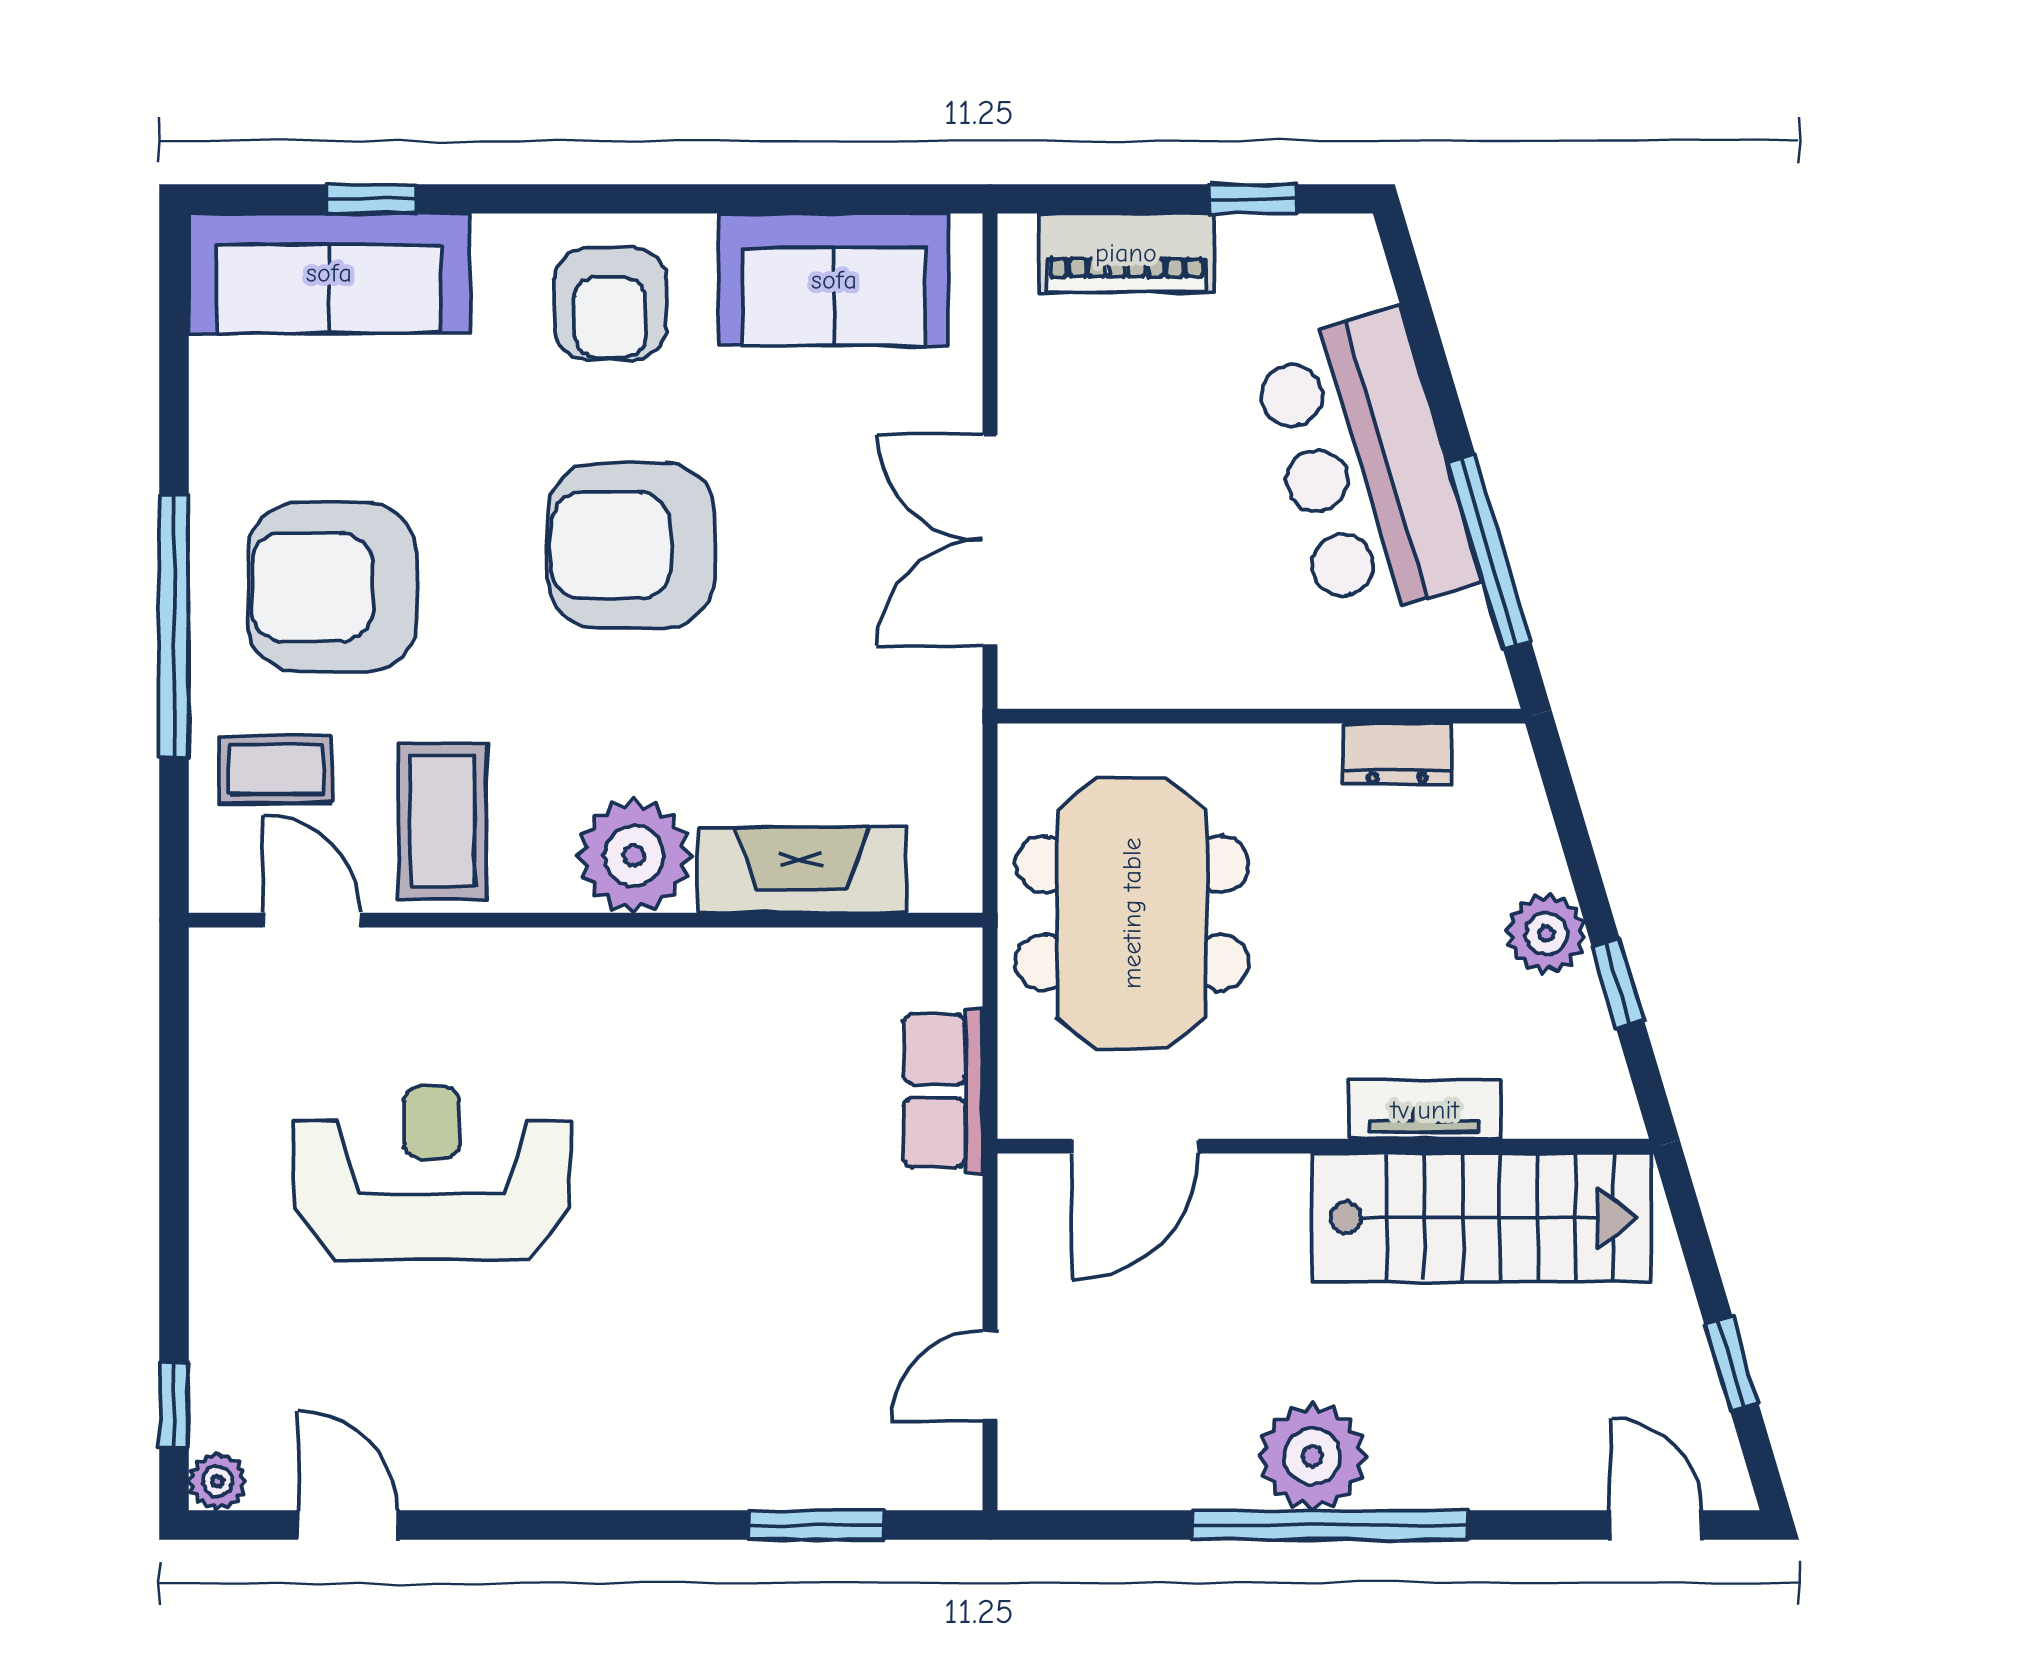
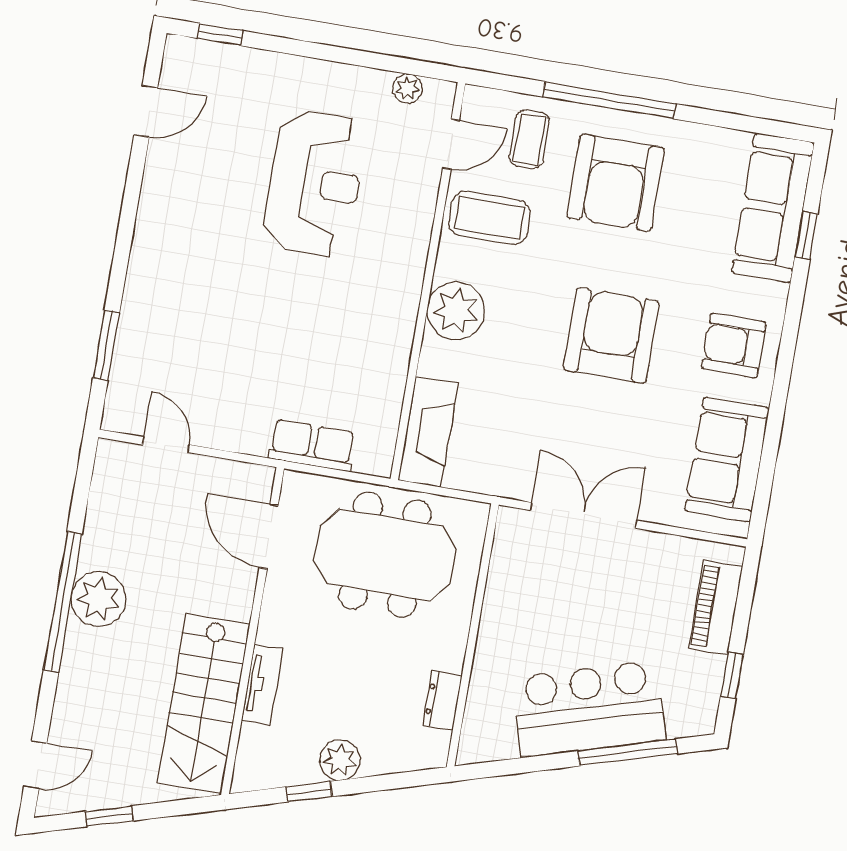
window: (1489, 552) -> (628, 752), moved
armchair: (332, 587) -> (616, 183), turned 180
fireplace: (801, 870) -> (428, 432), moved
plant: (217, 1481) -> (407, 88), moved

